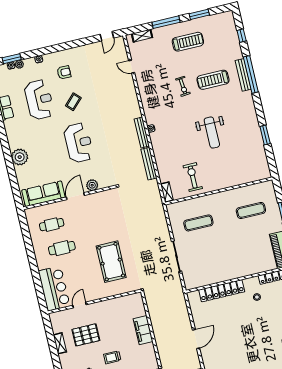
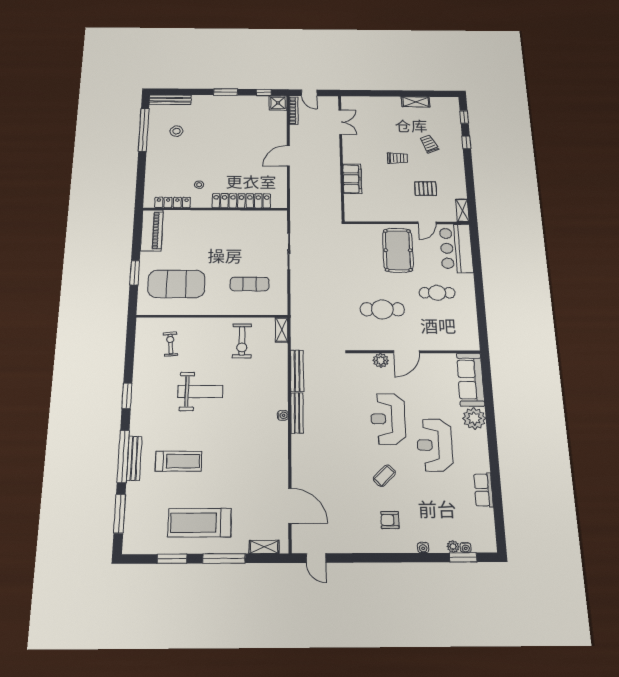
door: (107, 36) -> (316, 558), swing flipped
window: (242, 36) -> (120, 514), width x2.17
treadmill: (188, 42) -> (200, 523), width x1.37, depth x1.38
door: (132, 67) -> (290, 506), width x1.88
exercise bike: (183, 86) -> (170, 344), moved
reception desk: (39, 100) -> (435, 445), moved
weight bench: (212, 133) -> (200, 391), turned 90
window: (265, 135) -> (127, 396), moved
sofa: (43, 194) -> (470, 379), moved, turned 90
exercise mat: (251, 210) -> (176, 284), width x2.00, depth x1.45
cafe table: (52, 225) -> (382, 309), moved, width x1.37, depth x1.35
pool table: (111, 262) -> (398, 250), moved
pallet: (86, 335) -> (426, 189), width x0.67, depth x0.71
shelving: (60, 343) -> (462, 211), moved

